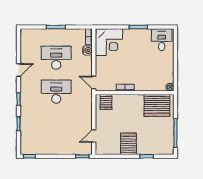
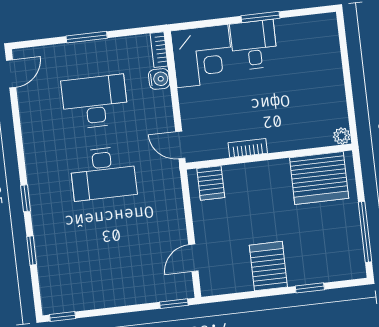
desk: (162, 40) -> (254, 45), moved
door: (19, 70) -> (11, 74), moved
desk: (56, 92) -> (103, 174), turned 180

